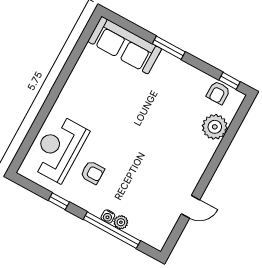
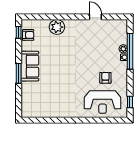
sofa: (125, 45) -> (30, 66), moved, width x0.73
plant: (215, 127) -> (57, 27), moved
window: (59, 201) -> (130, 102), moved

